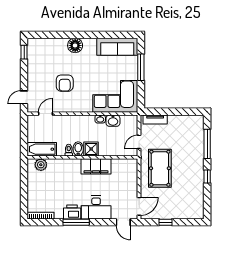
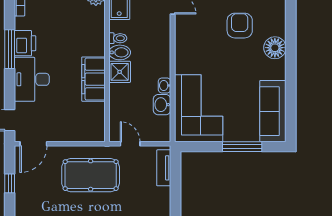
armchair: (65, 83) -> (240, 26), moved, turned 90
door: (139, 206) -> (33, 144), hinge flipped

